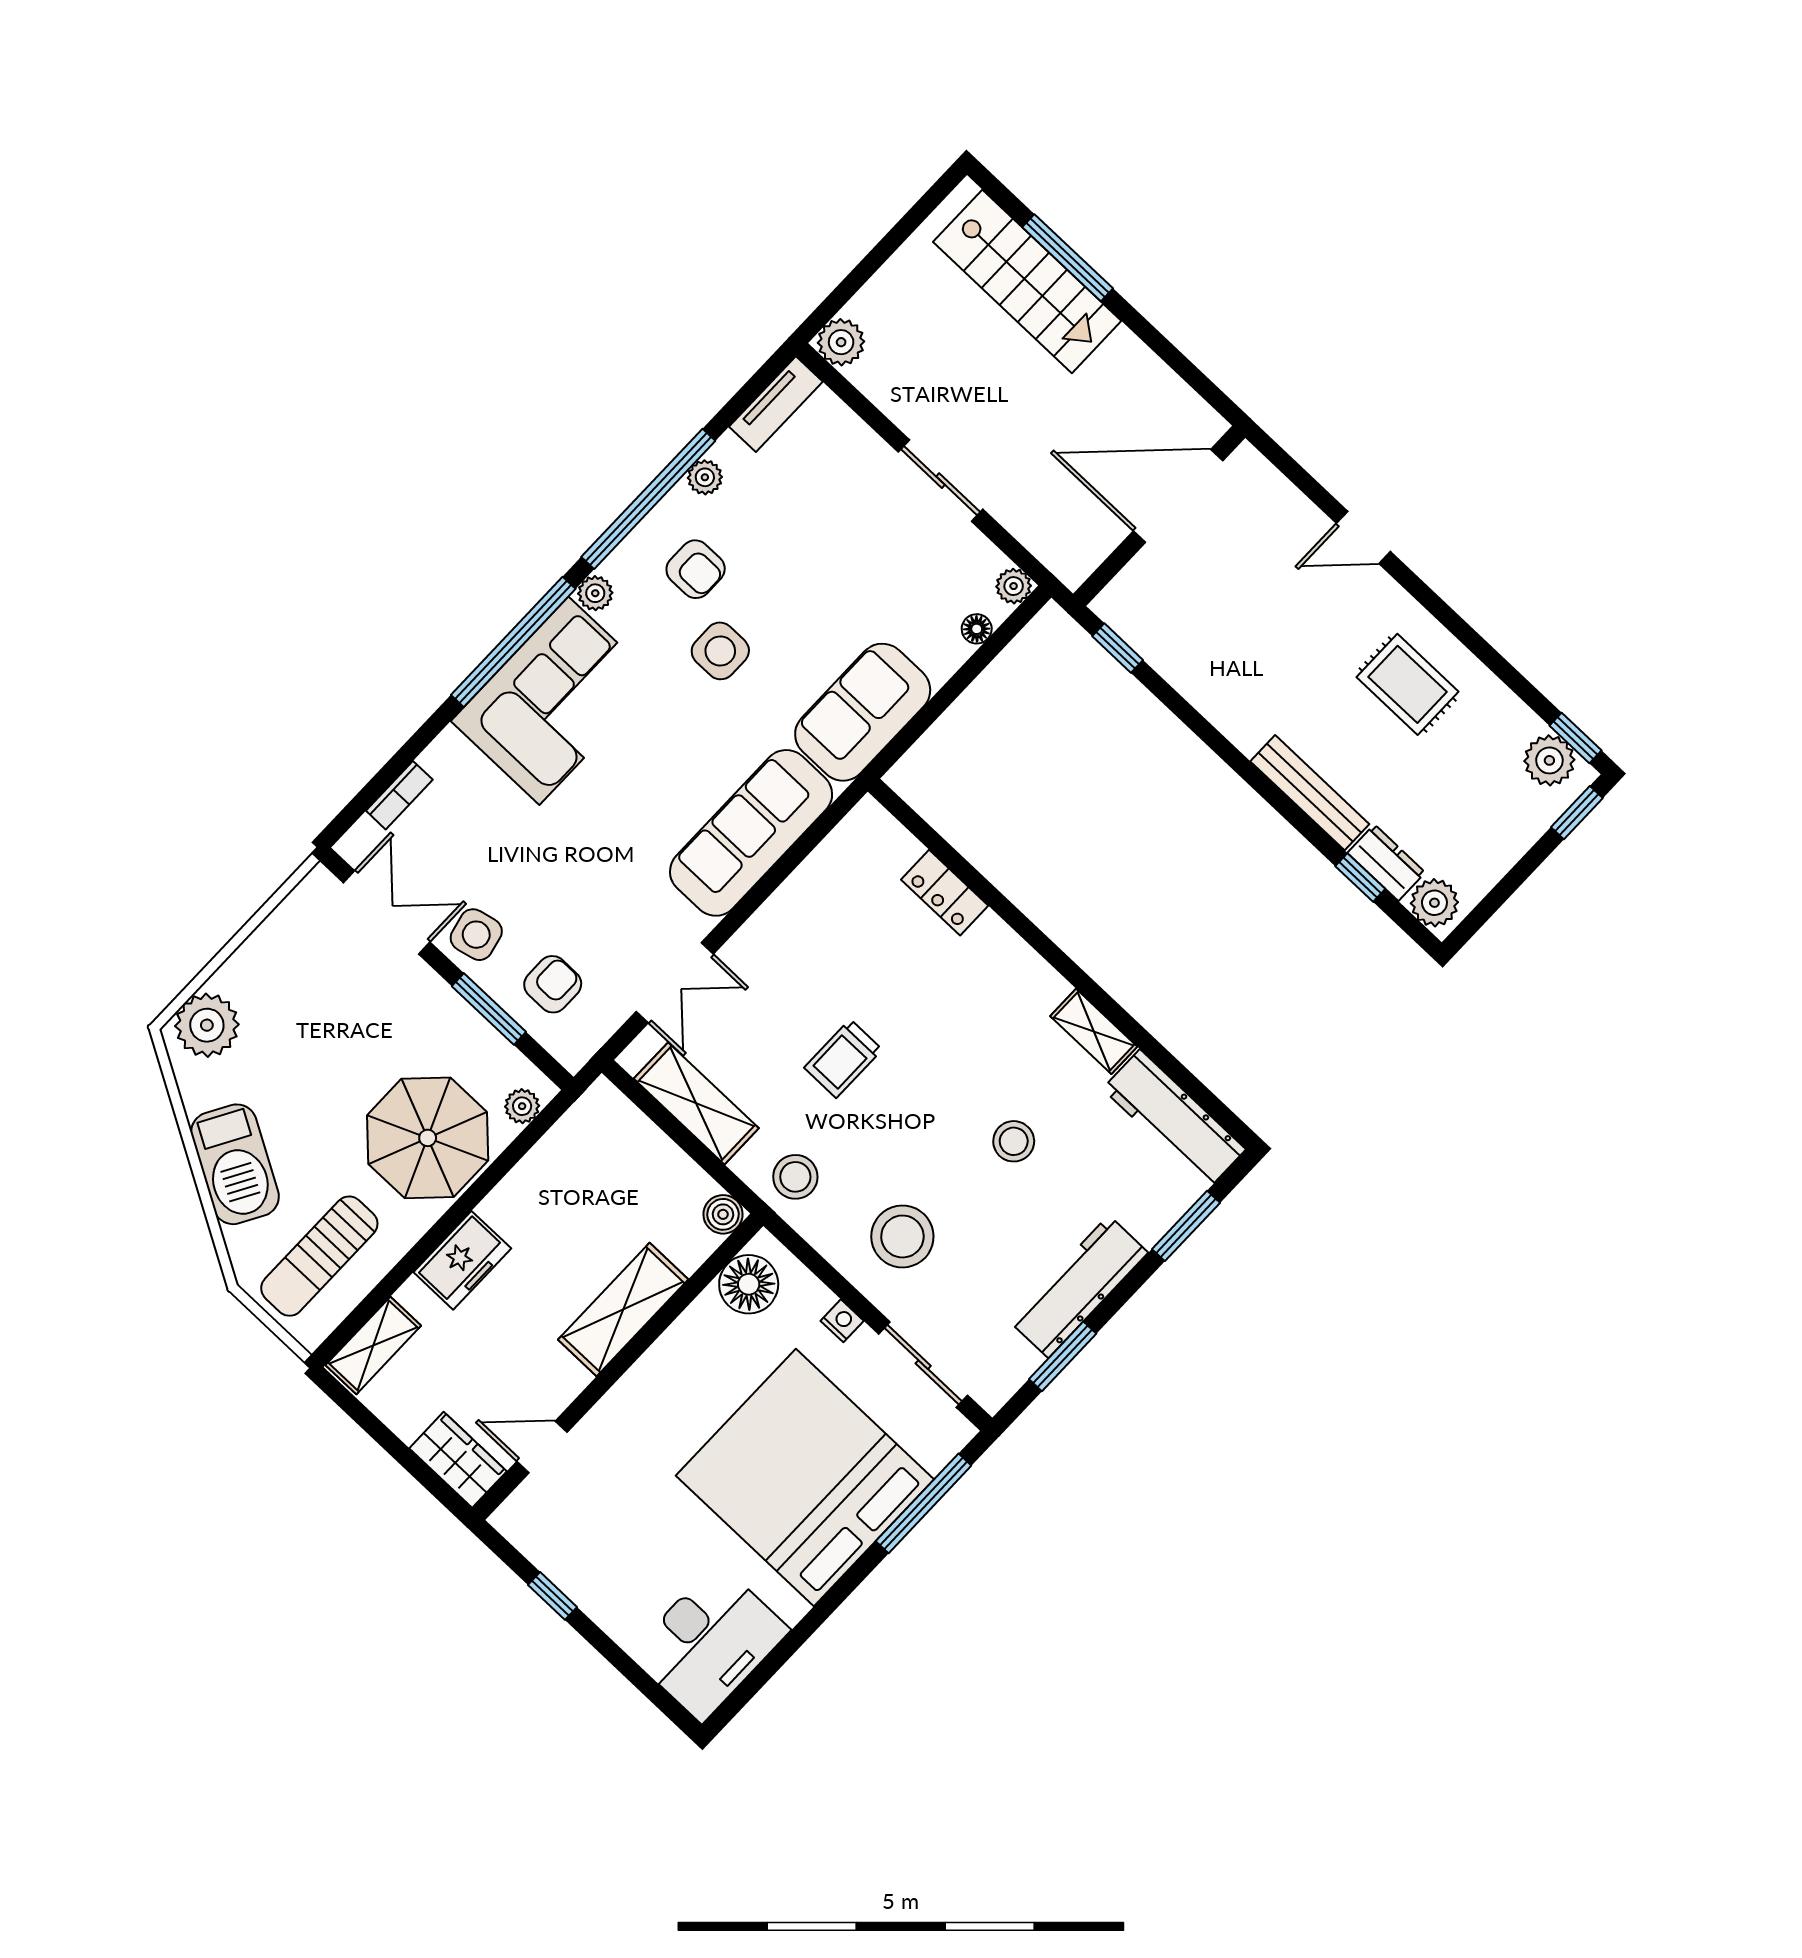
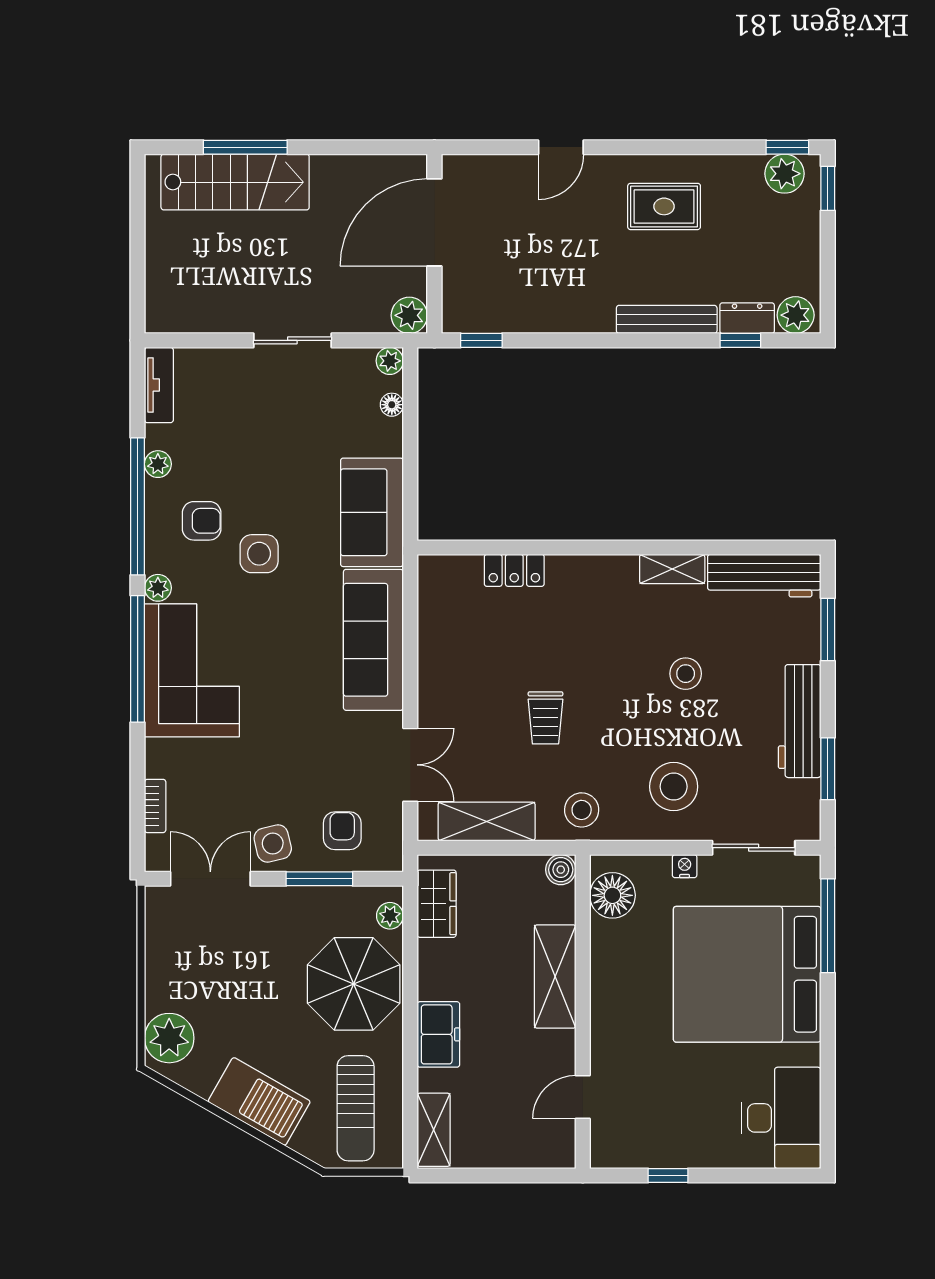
plant: (841, 342) -> (409, 315), moved
wardrobe: (458, 1460) -> (437, 904), moved, turned 90

